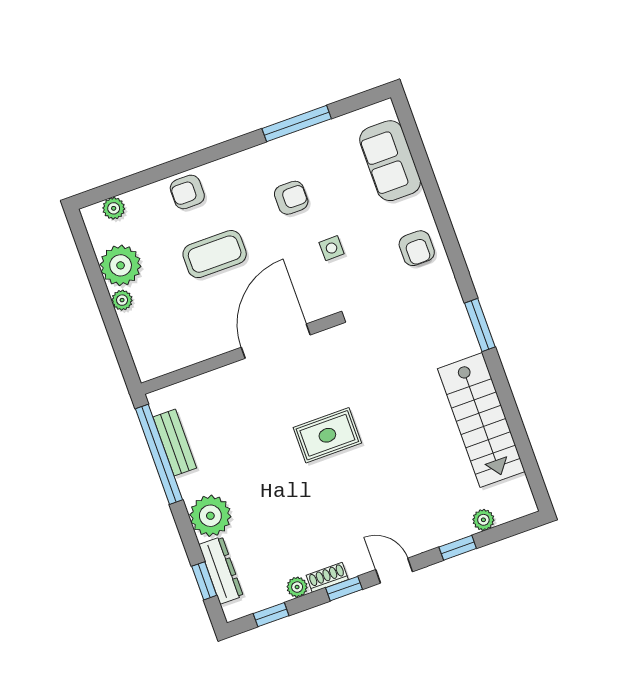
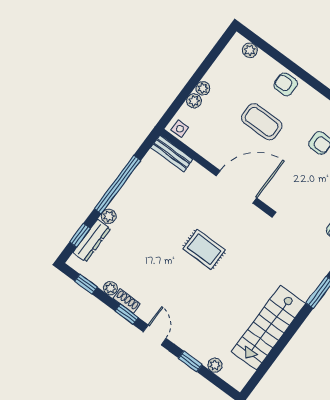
side table: (332, 248) -> (180, 129), moved
plant: (121, 265) -> (194, 101), moved, width x0.53, depth x0.53
bench: (175, 442) -> (172, 153), moved, turned 90
window: (159, 454) -> (117, 185), moved
plant: (210, 516) -> (109, 216), width x0.53, depth x0.53

